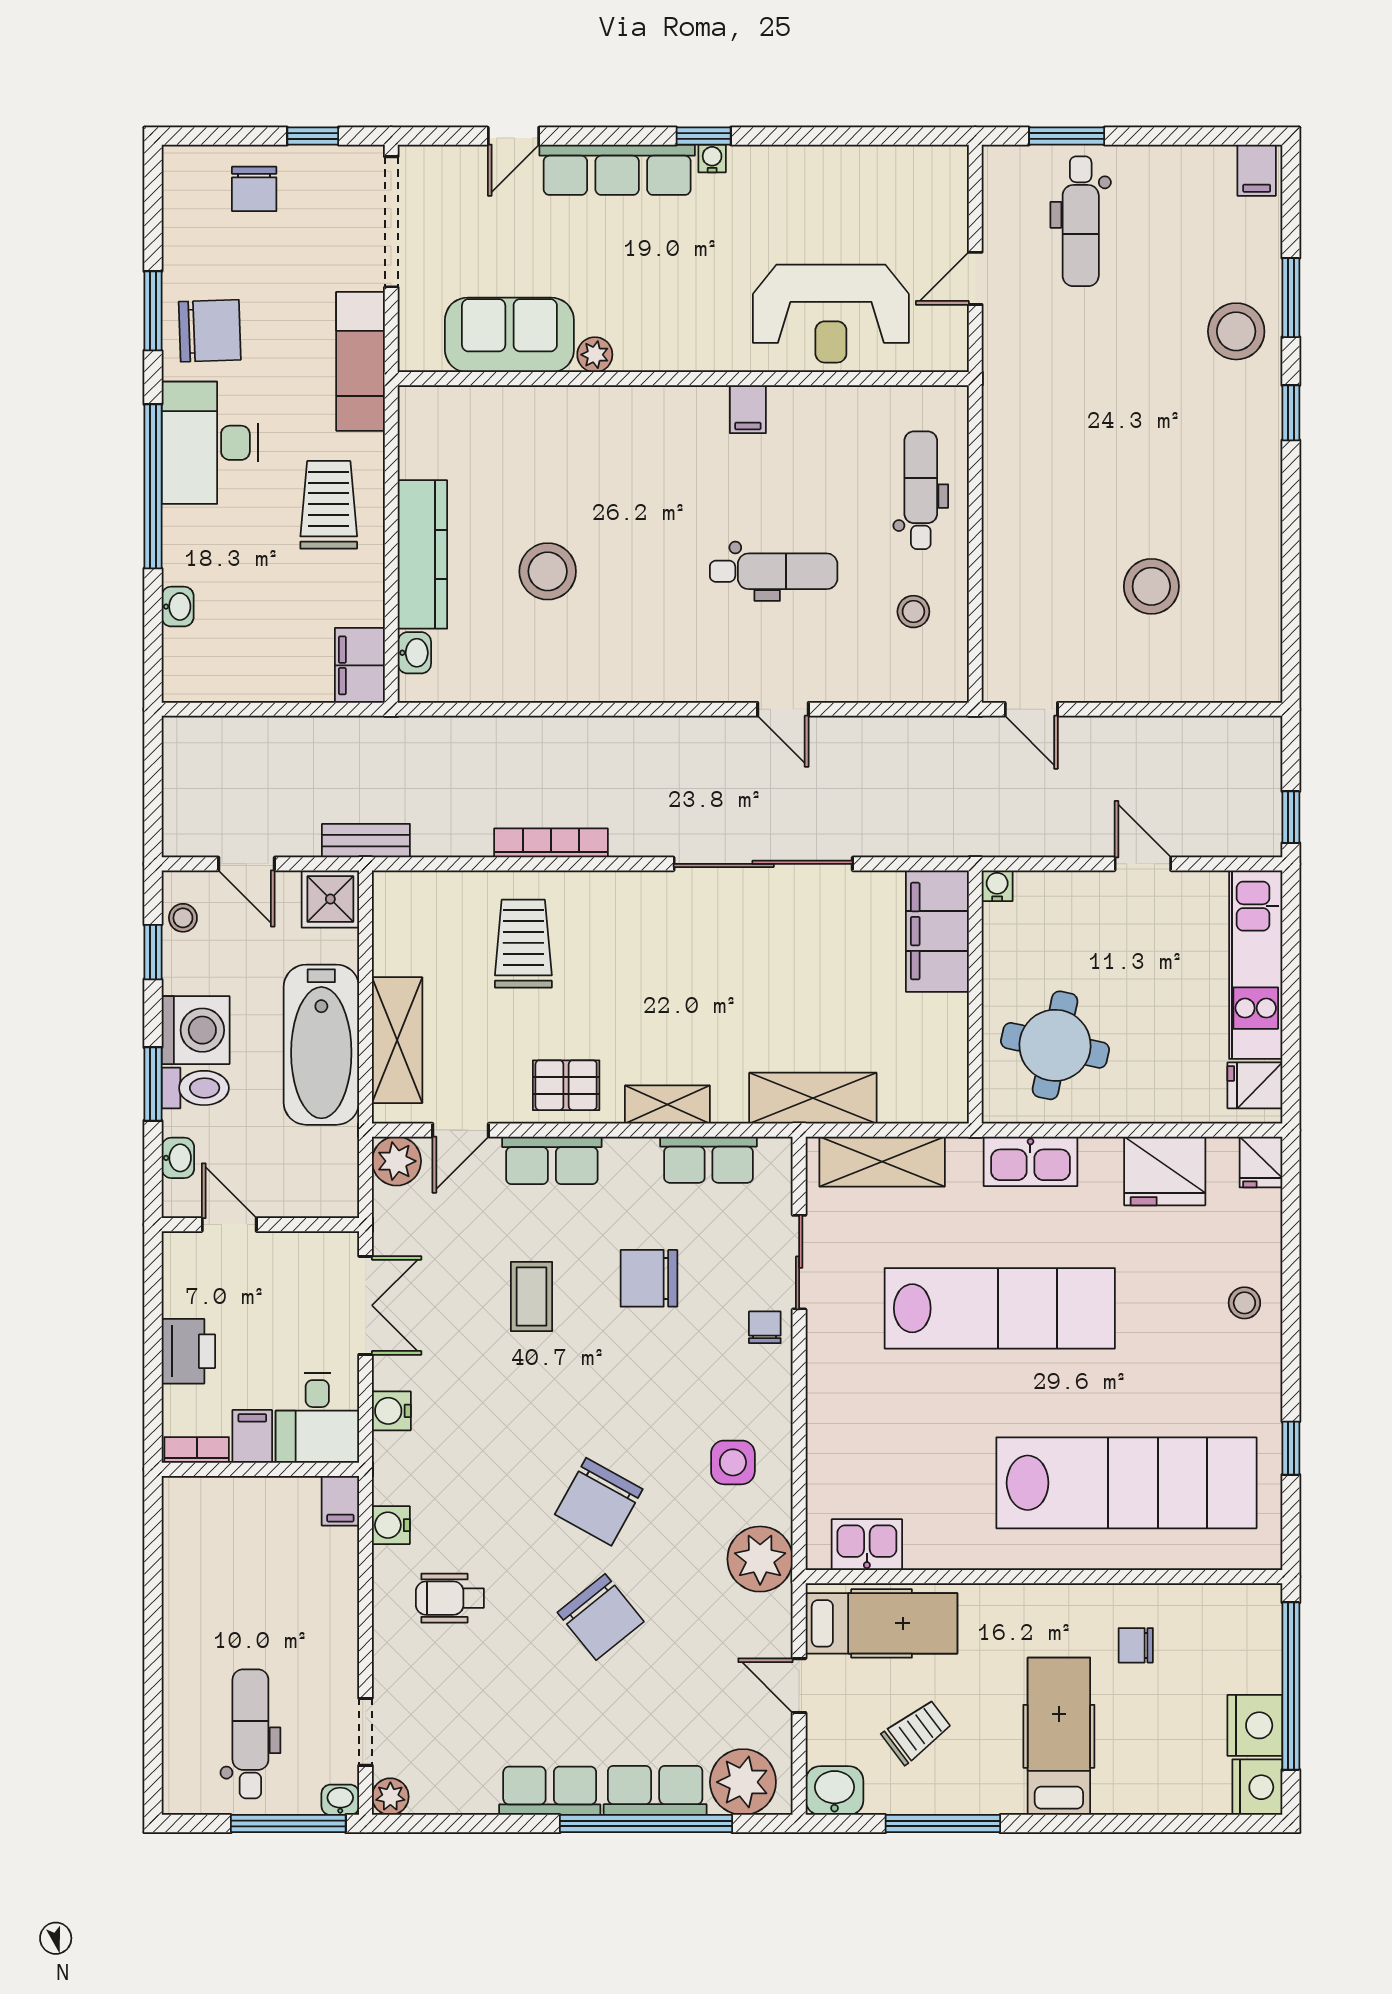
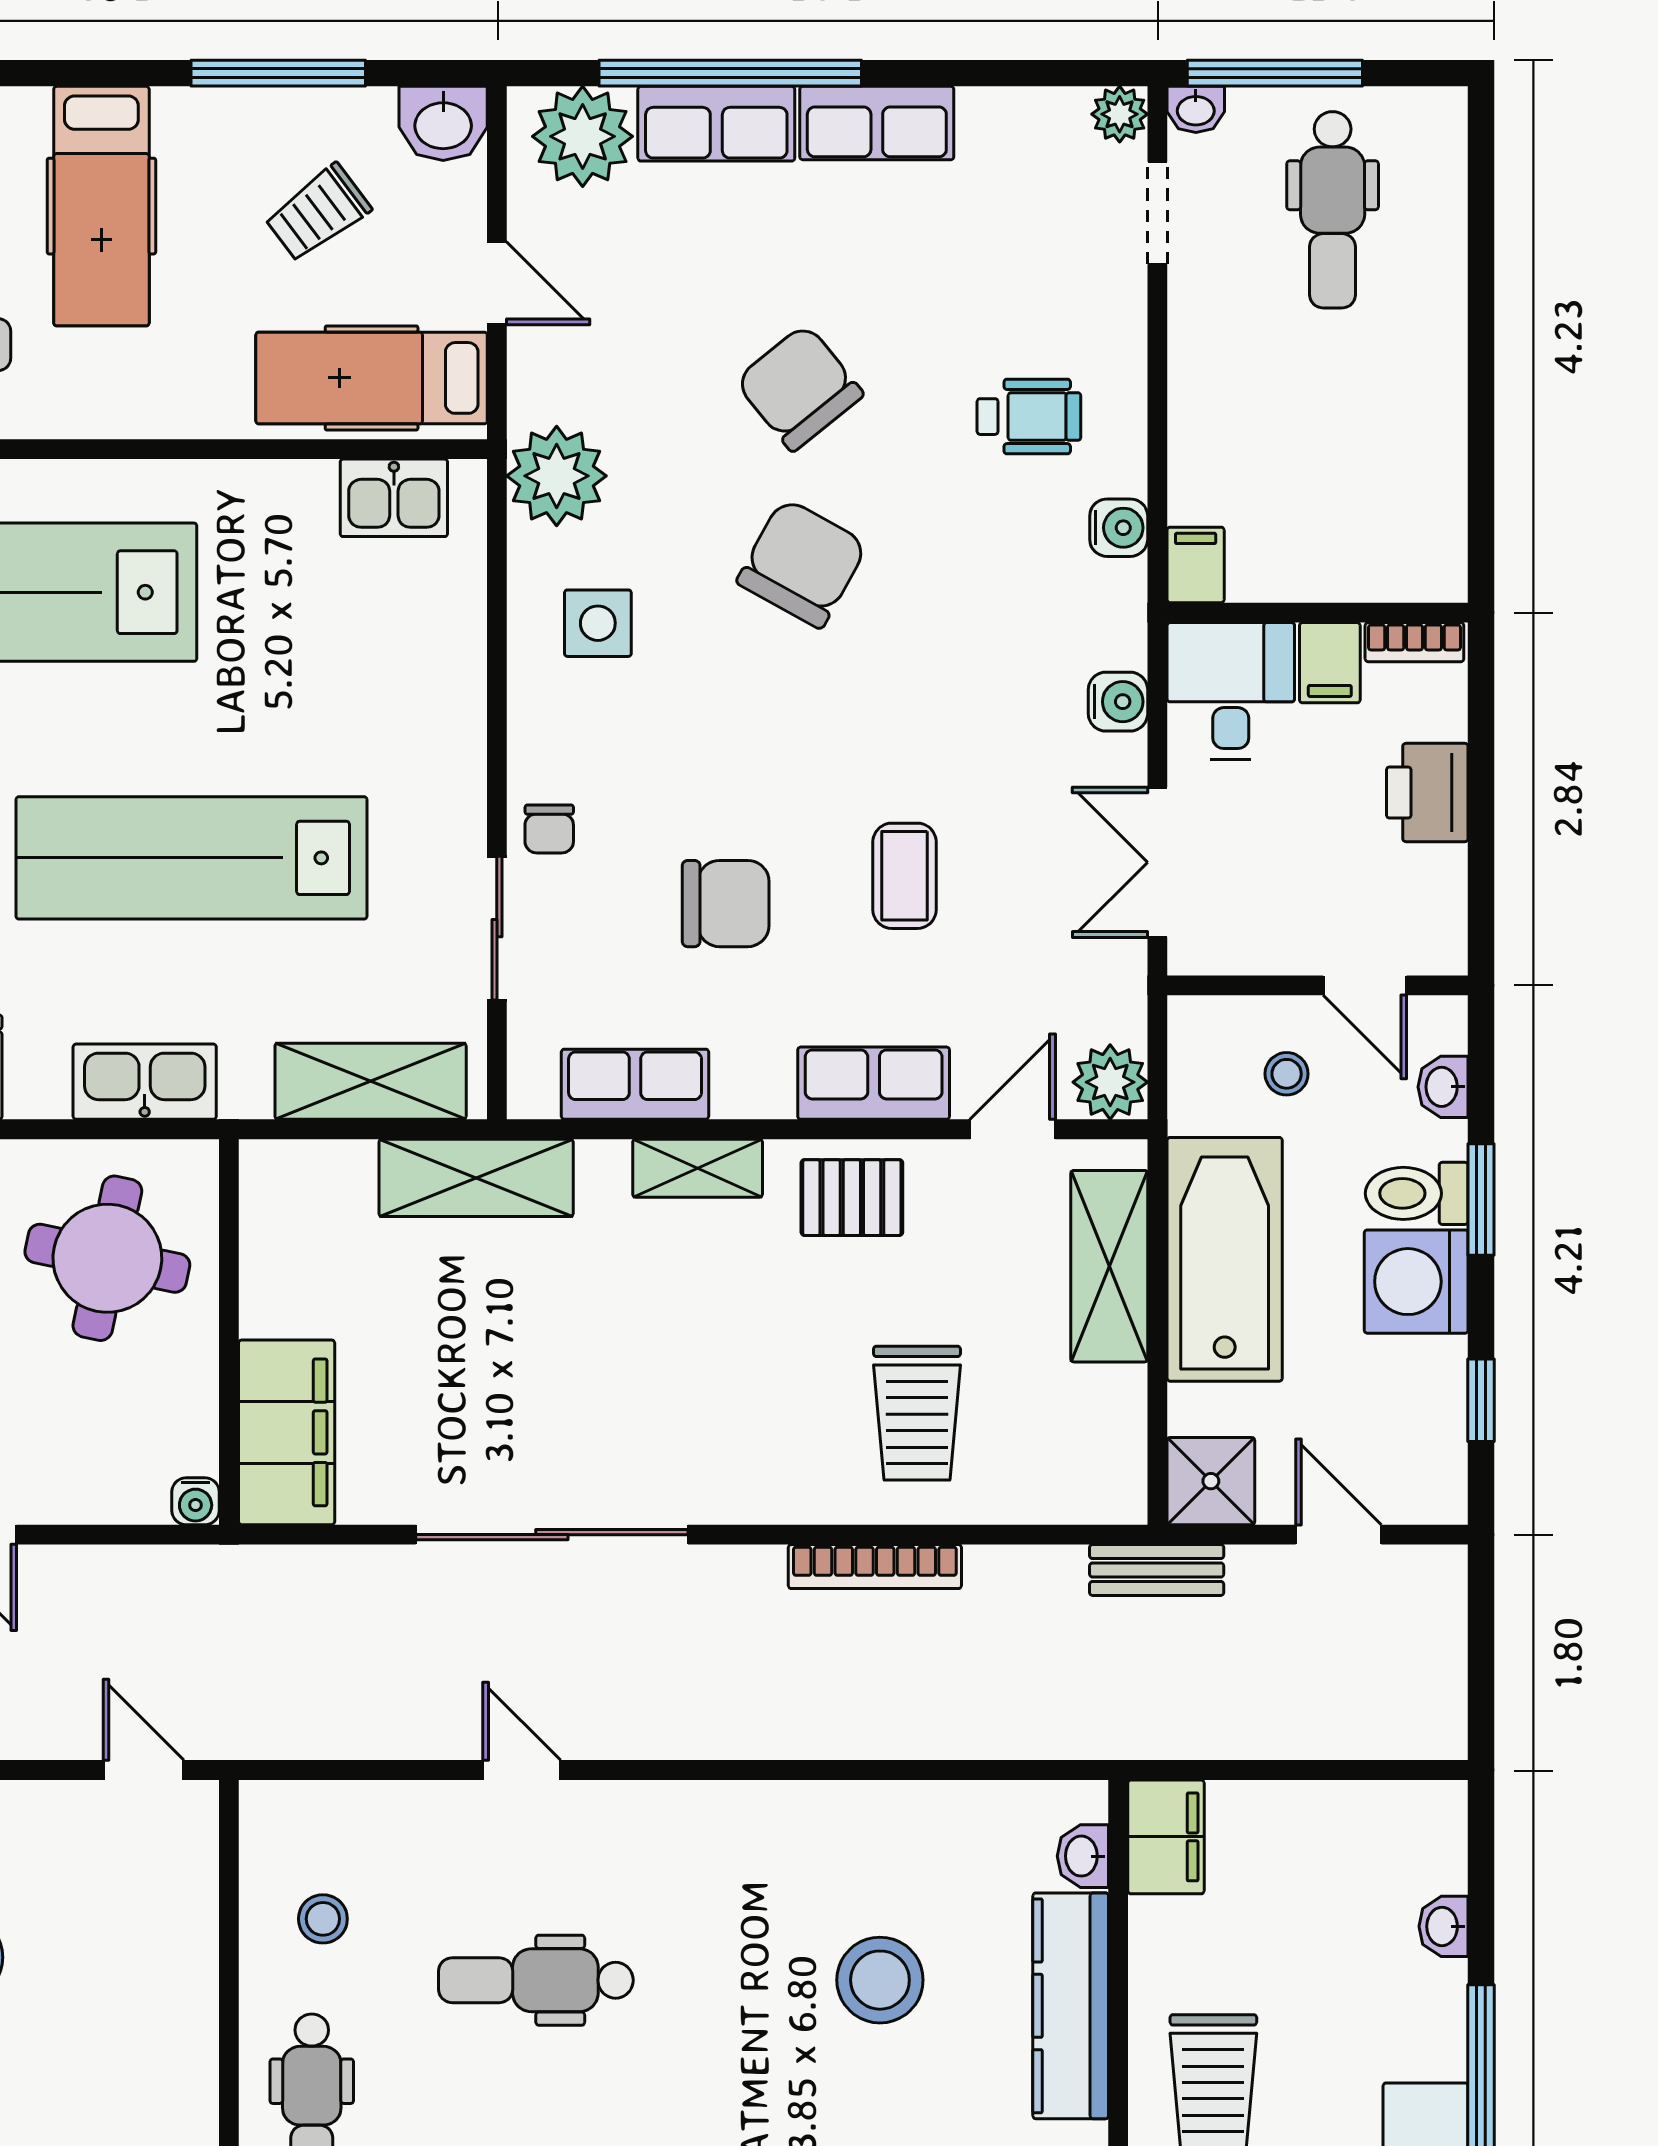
stool: (183, 918) -> (1287, 1074), moved

